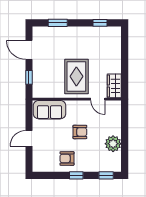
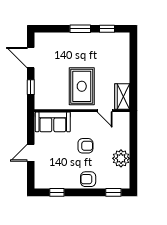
window: (58, 23) -> (80, 29), moved
armchair: (67, 158) -> (88, 179), moved
window: (76, 175) -> (57, 192), moved

